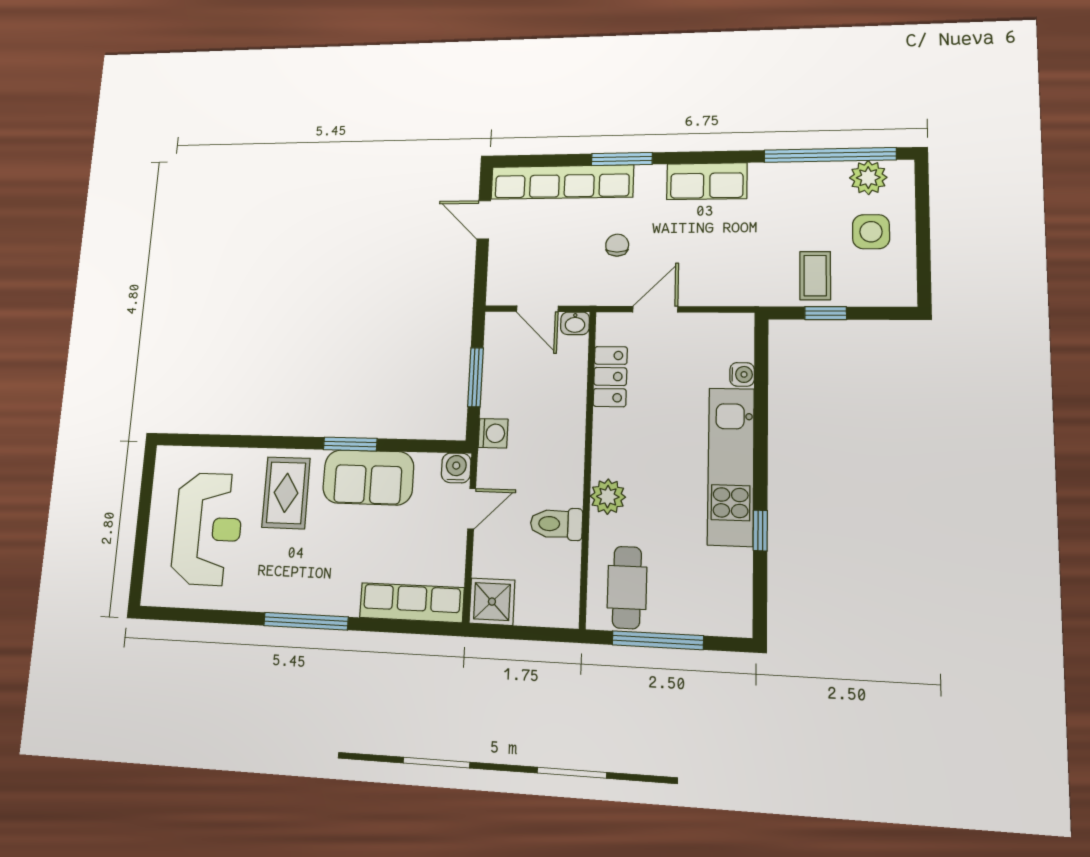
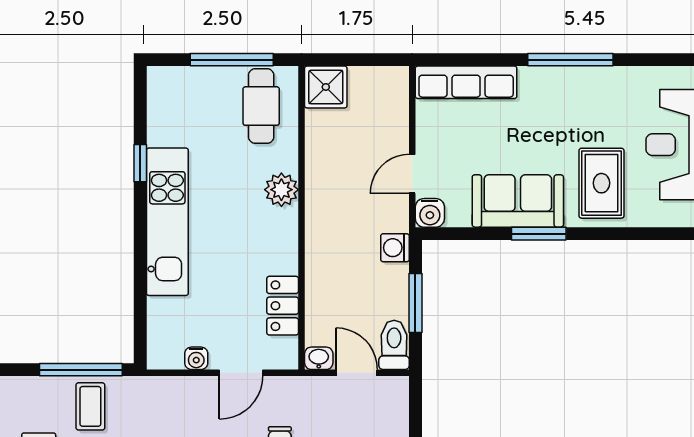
window: (826, 313) -> (81, 370), width x2.17
water cooler: (742, 374) -> (196, 358), moved, turned -90
toilet: (556, 524) -> (394, 345), moved, turned -90
shower: (492, 602) -> (326, 87), moved

